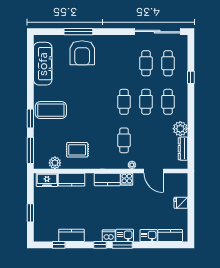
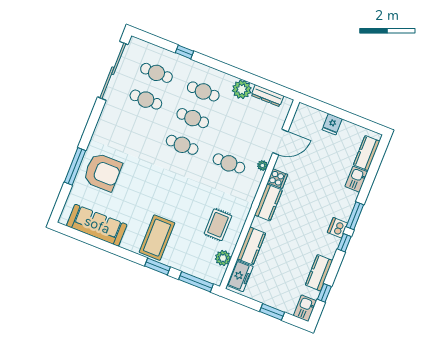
kitchen sink: (125, 235) -> (305, 308), moved

